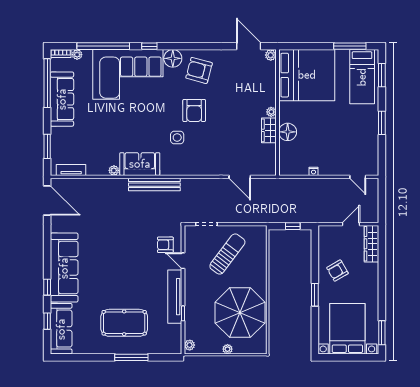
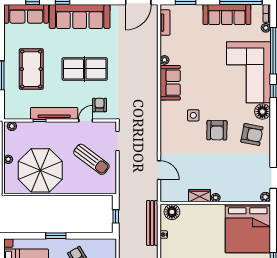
armchair: (199, 70) -> (252, 134), turned 86
armchair: (194, 111) -> (217, 130), turned -89
floor lamp: (288, 132) -> (172, 212), moved
door: (240, 177) -> (159, 170), swing flipped
bench: (154, 185) -> (152, 223), moved
table tennis table: (124, 262) -> (85, 69), added

